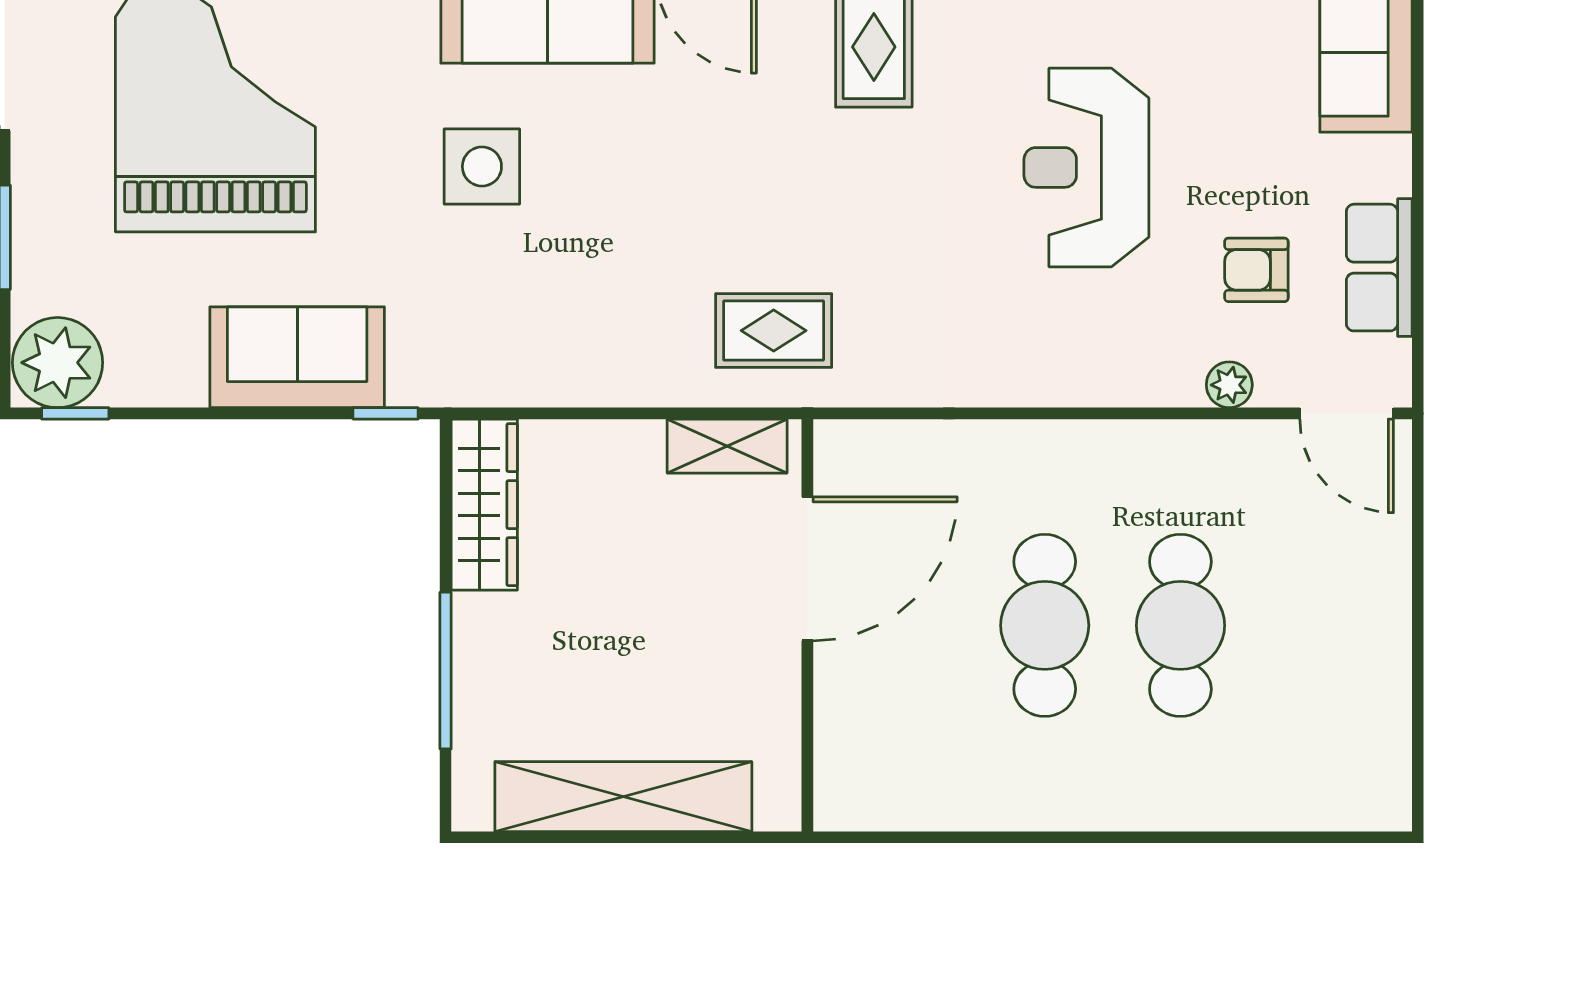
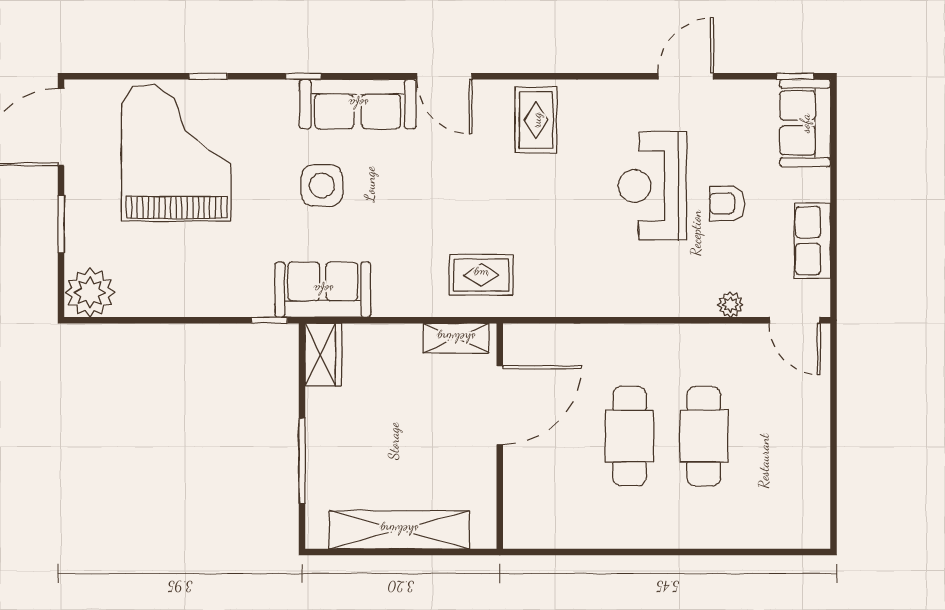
armchair: (1256, 270) -> (727, 204), moved
sofa: (297, 357) -> (323, 290), moved
window: (75, 413) -> (100, 320), removed
wardrobe: (484, 505) -> (323, 355), width x0.67

